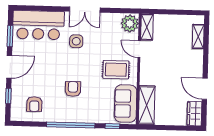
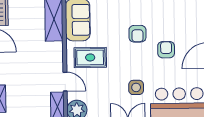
armchair: (34, 104) -> (166, 50), moved

